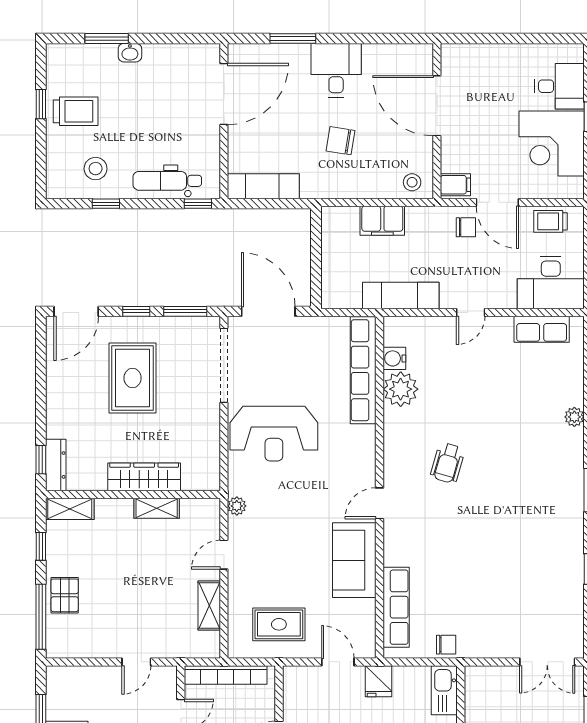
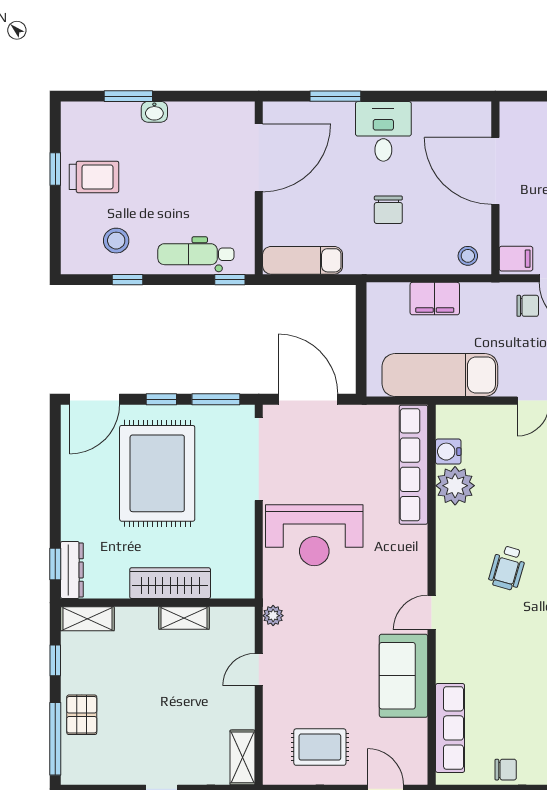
chair: (341, 141) -> (388, 210), turned -99
exam couch: (401, 296) -> (440, 375), width x1.36, depth x1.45
rug: (133, 378) -> (157, 473), width x1.37, depth x1.44
shelving: (209, 605) -> (242, 757), moved

